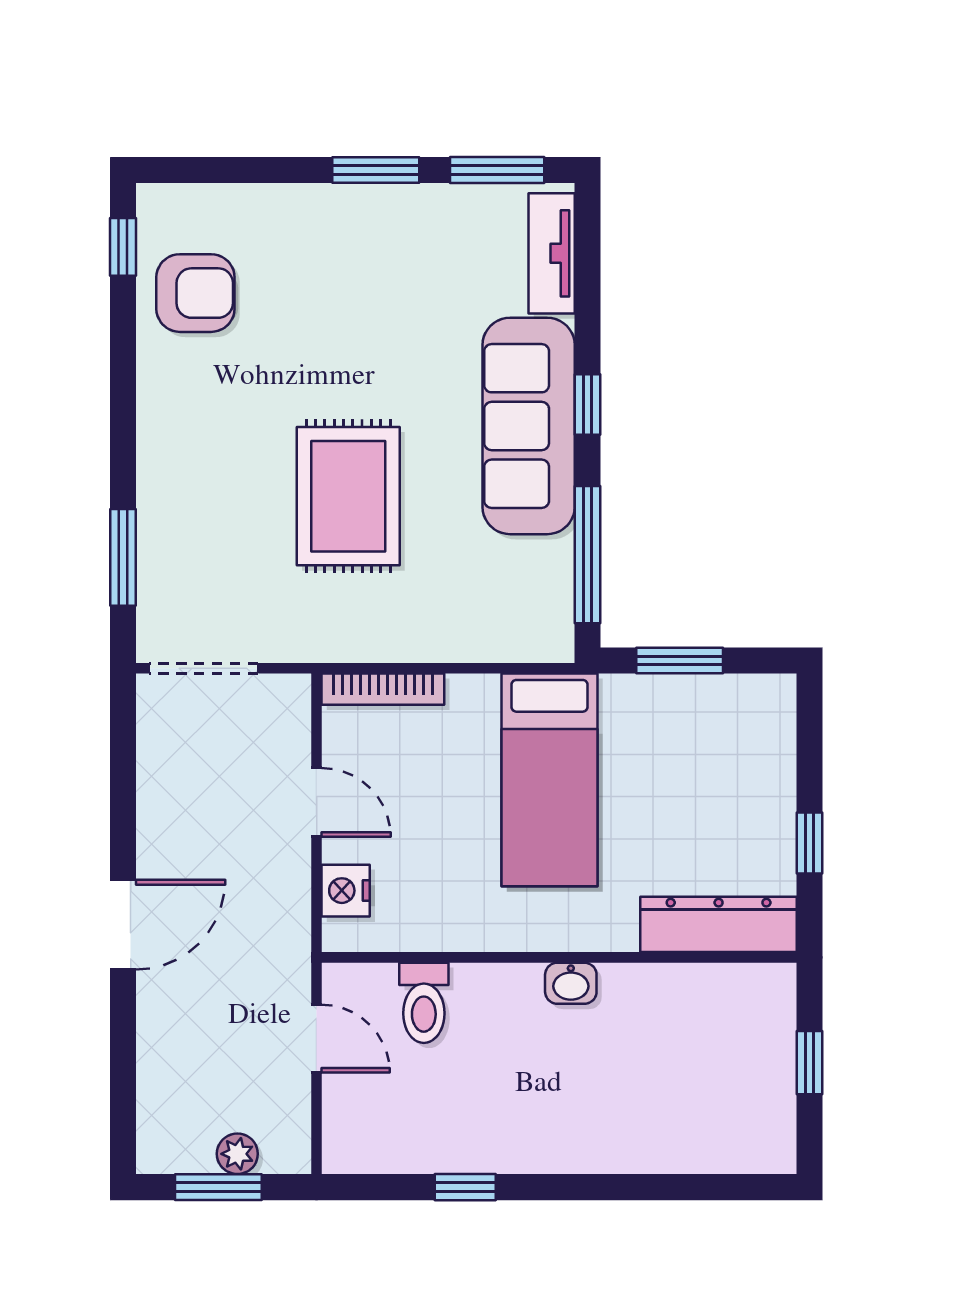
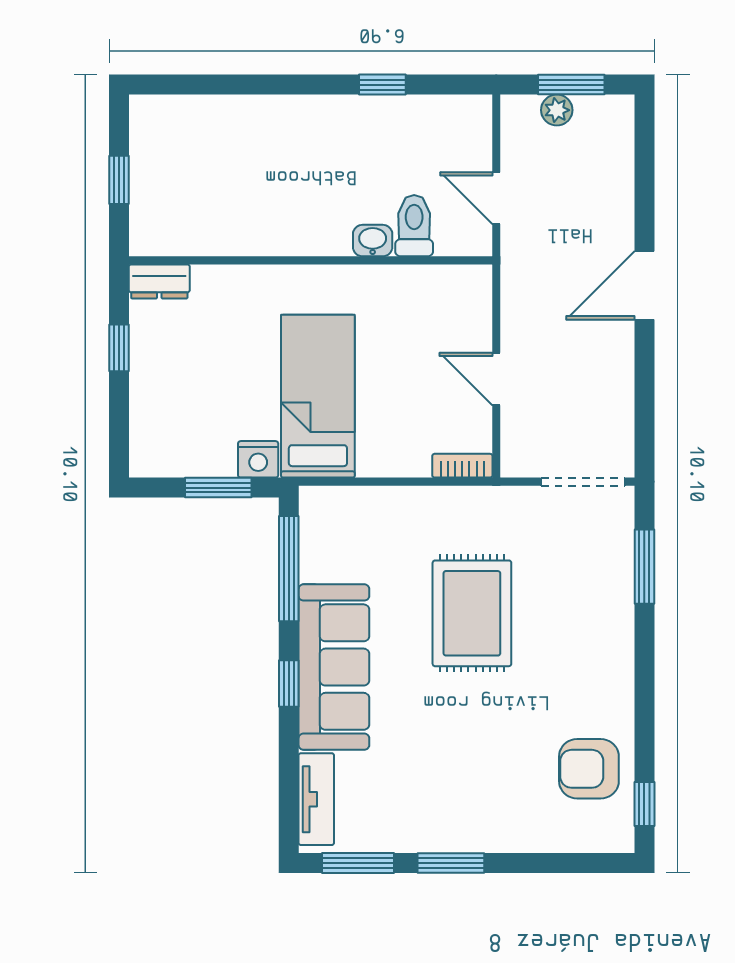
bookcase: (383, 689) -> (462, 466), width x0.64
nightstand: (346, 891) -> (258, 459), moved, turned 90
dresser: (719, 924) -> (159, 281), width x0.51, depth x0.80
washbasin: (571, 983) -> (373, 241), moved

